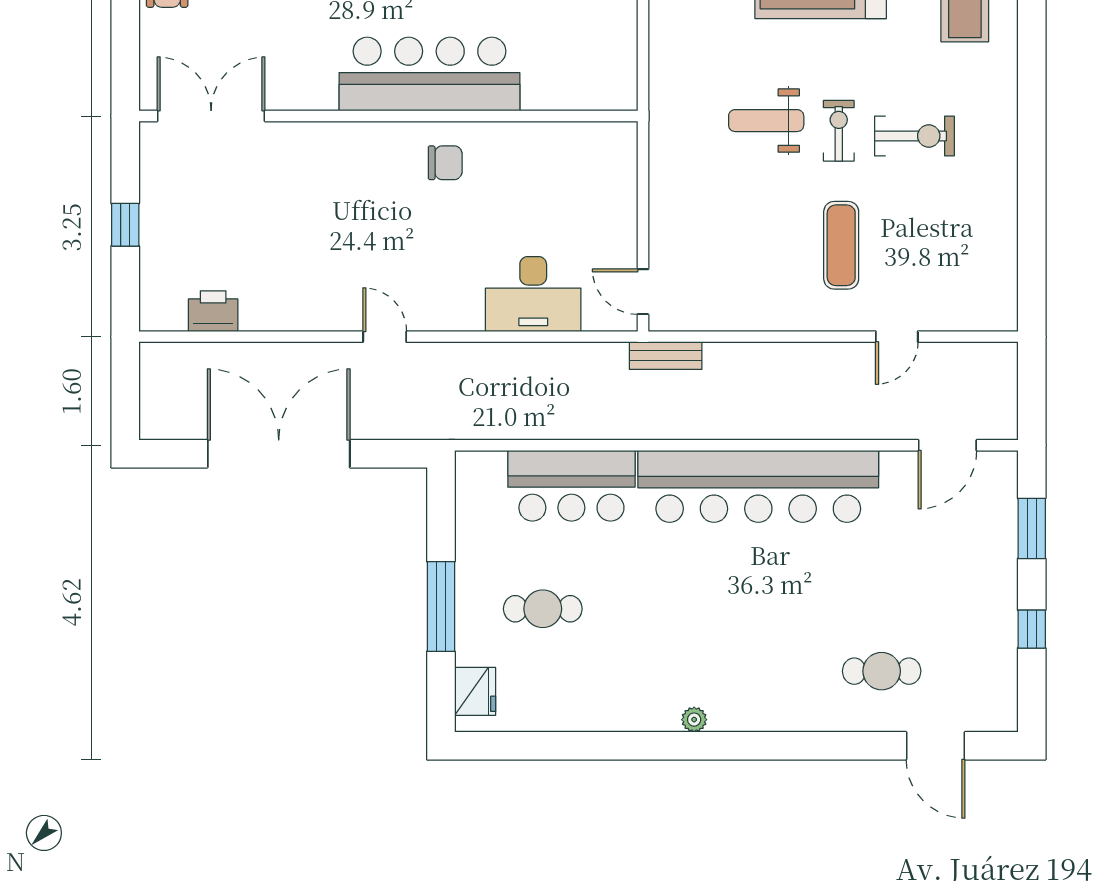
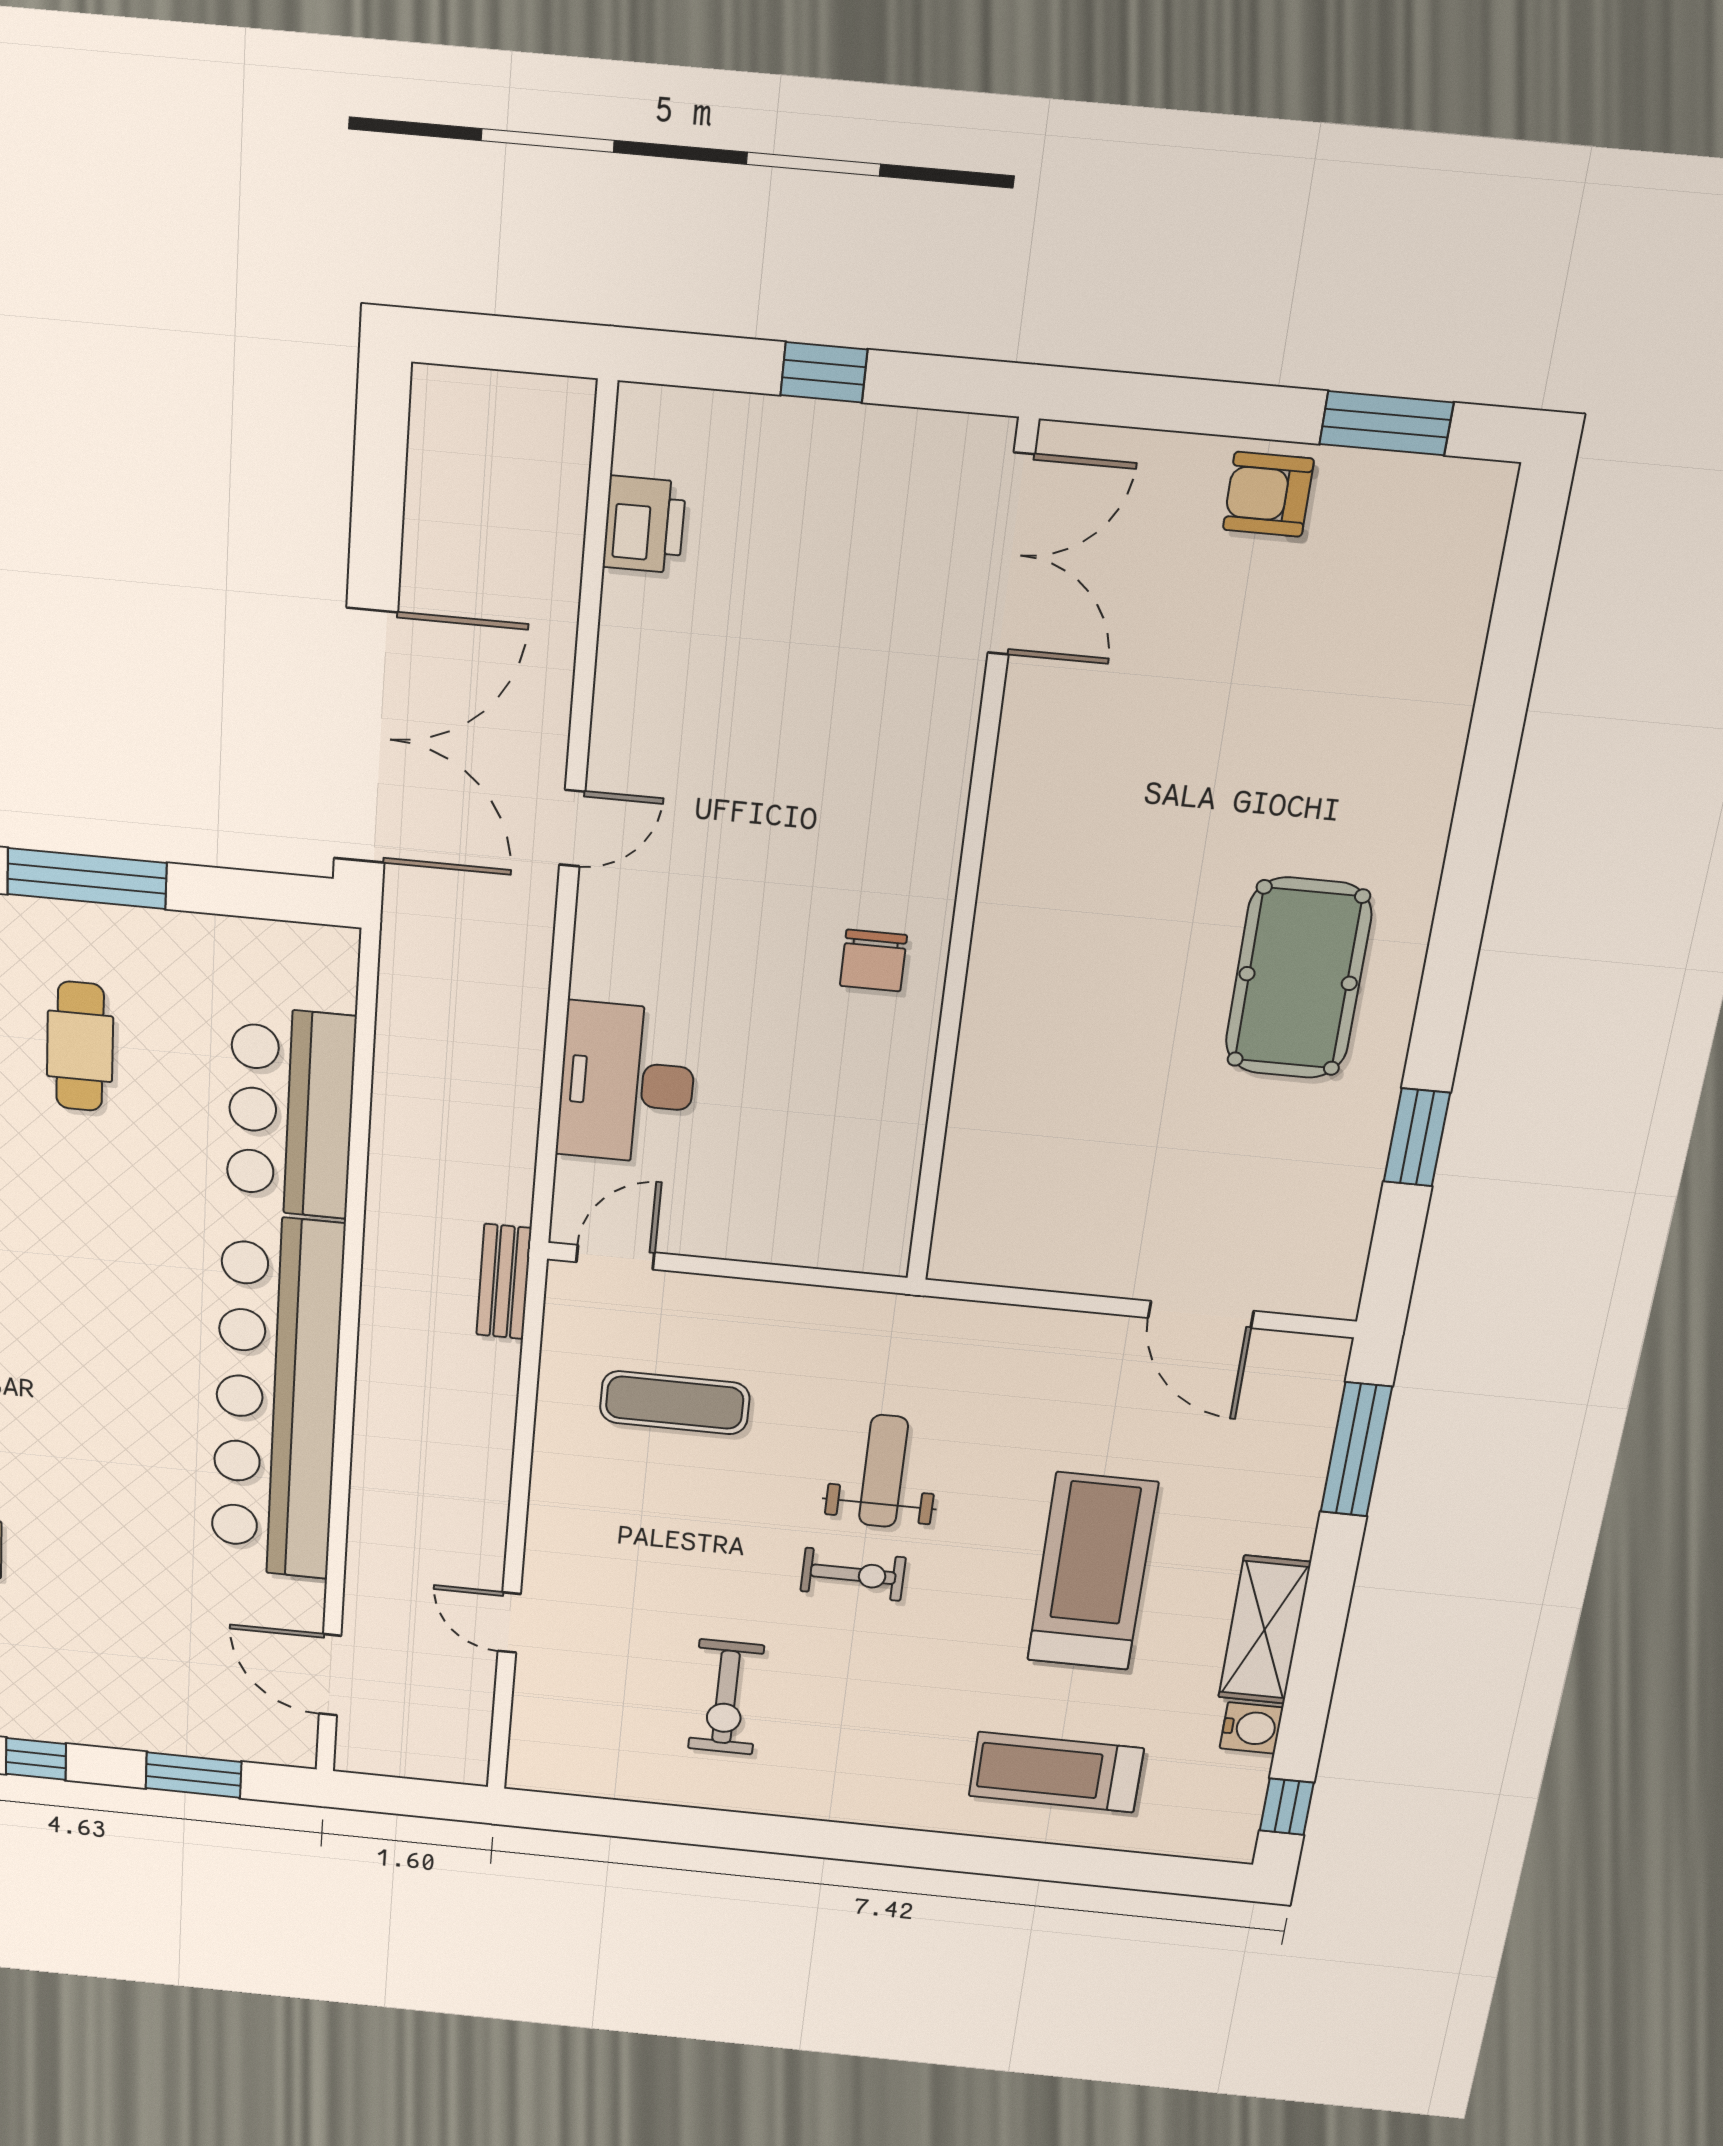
bar counter: (429, 74) -> (1036, 949), removed
exercise bike: (914, 136) -> (726, 1697), moved
exercise mat: (841, 245) -> (675, 1403), moved
double door: (279, 454) -> (366, 737), moved

